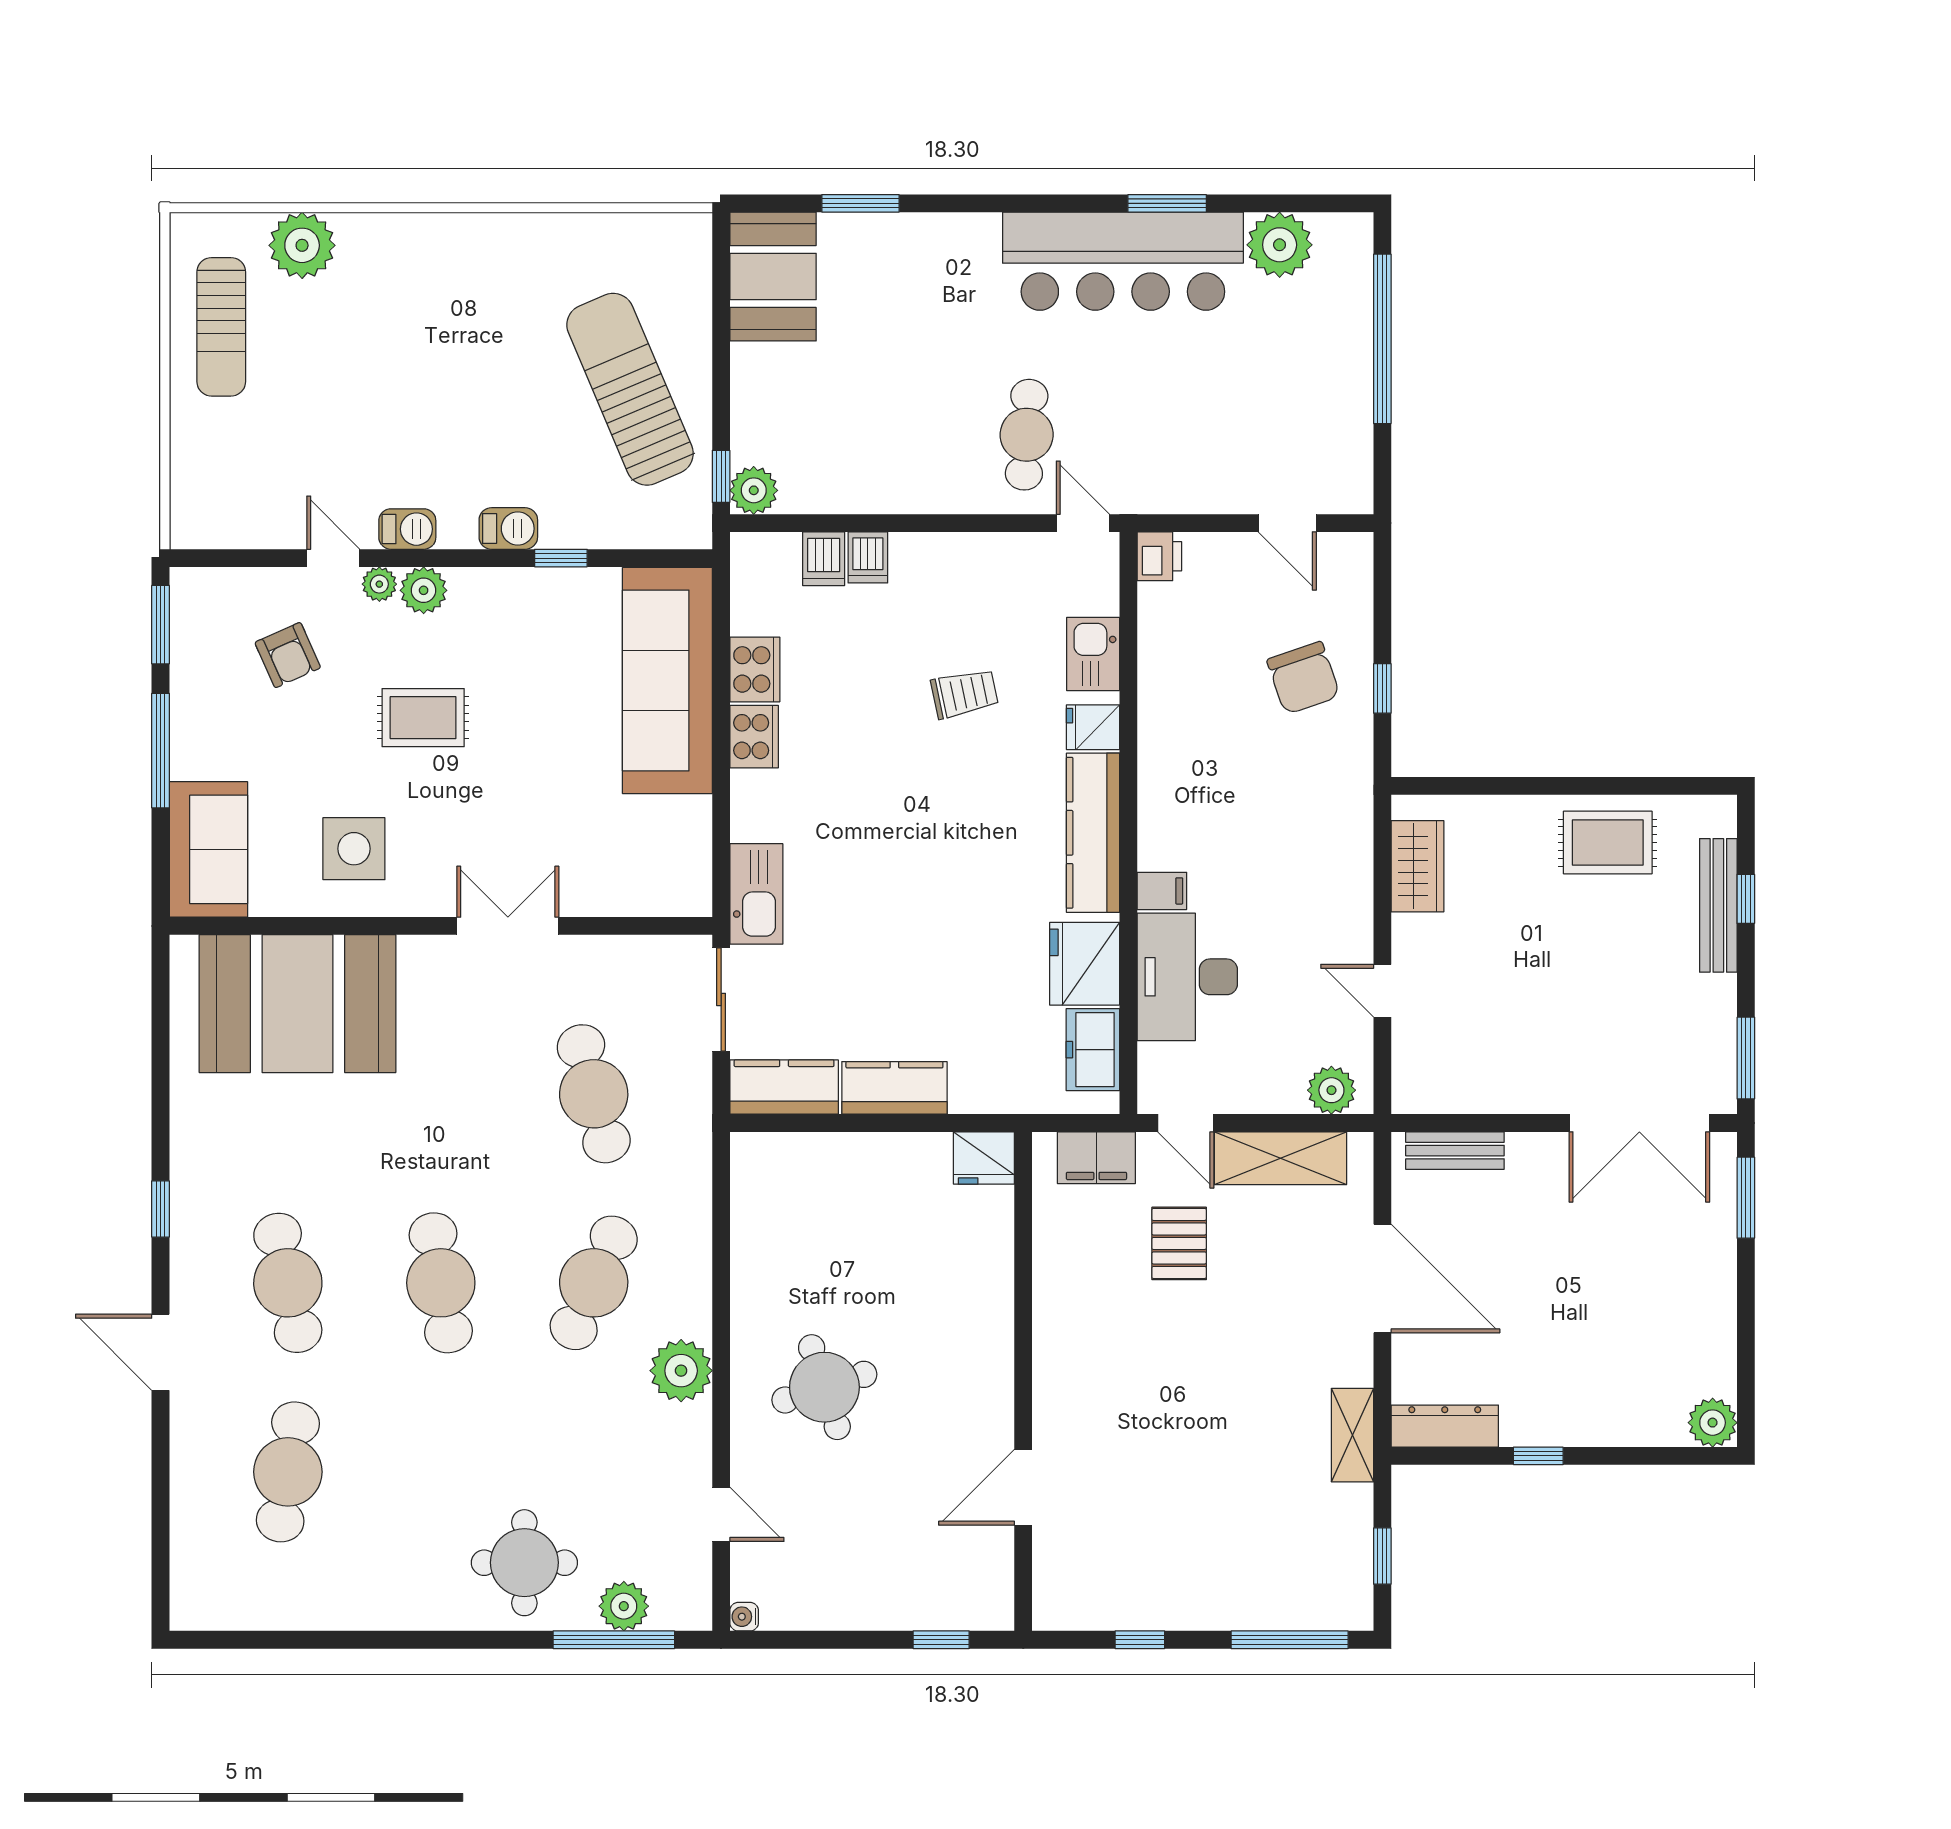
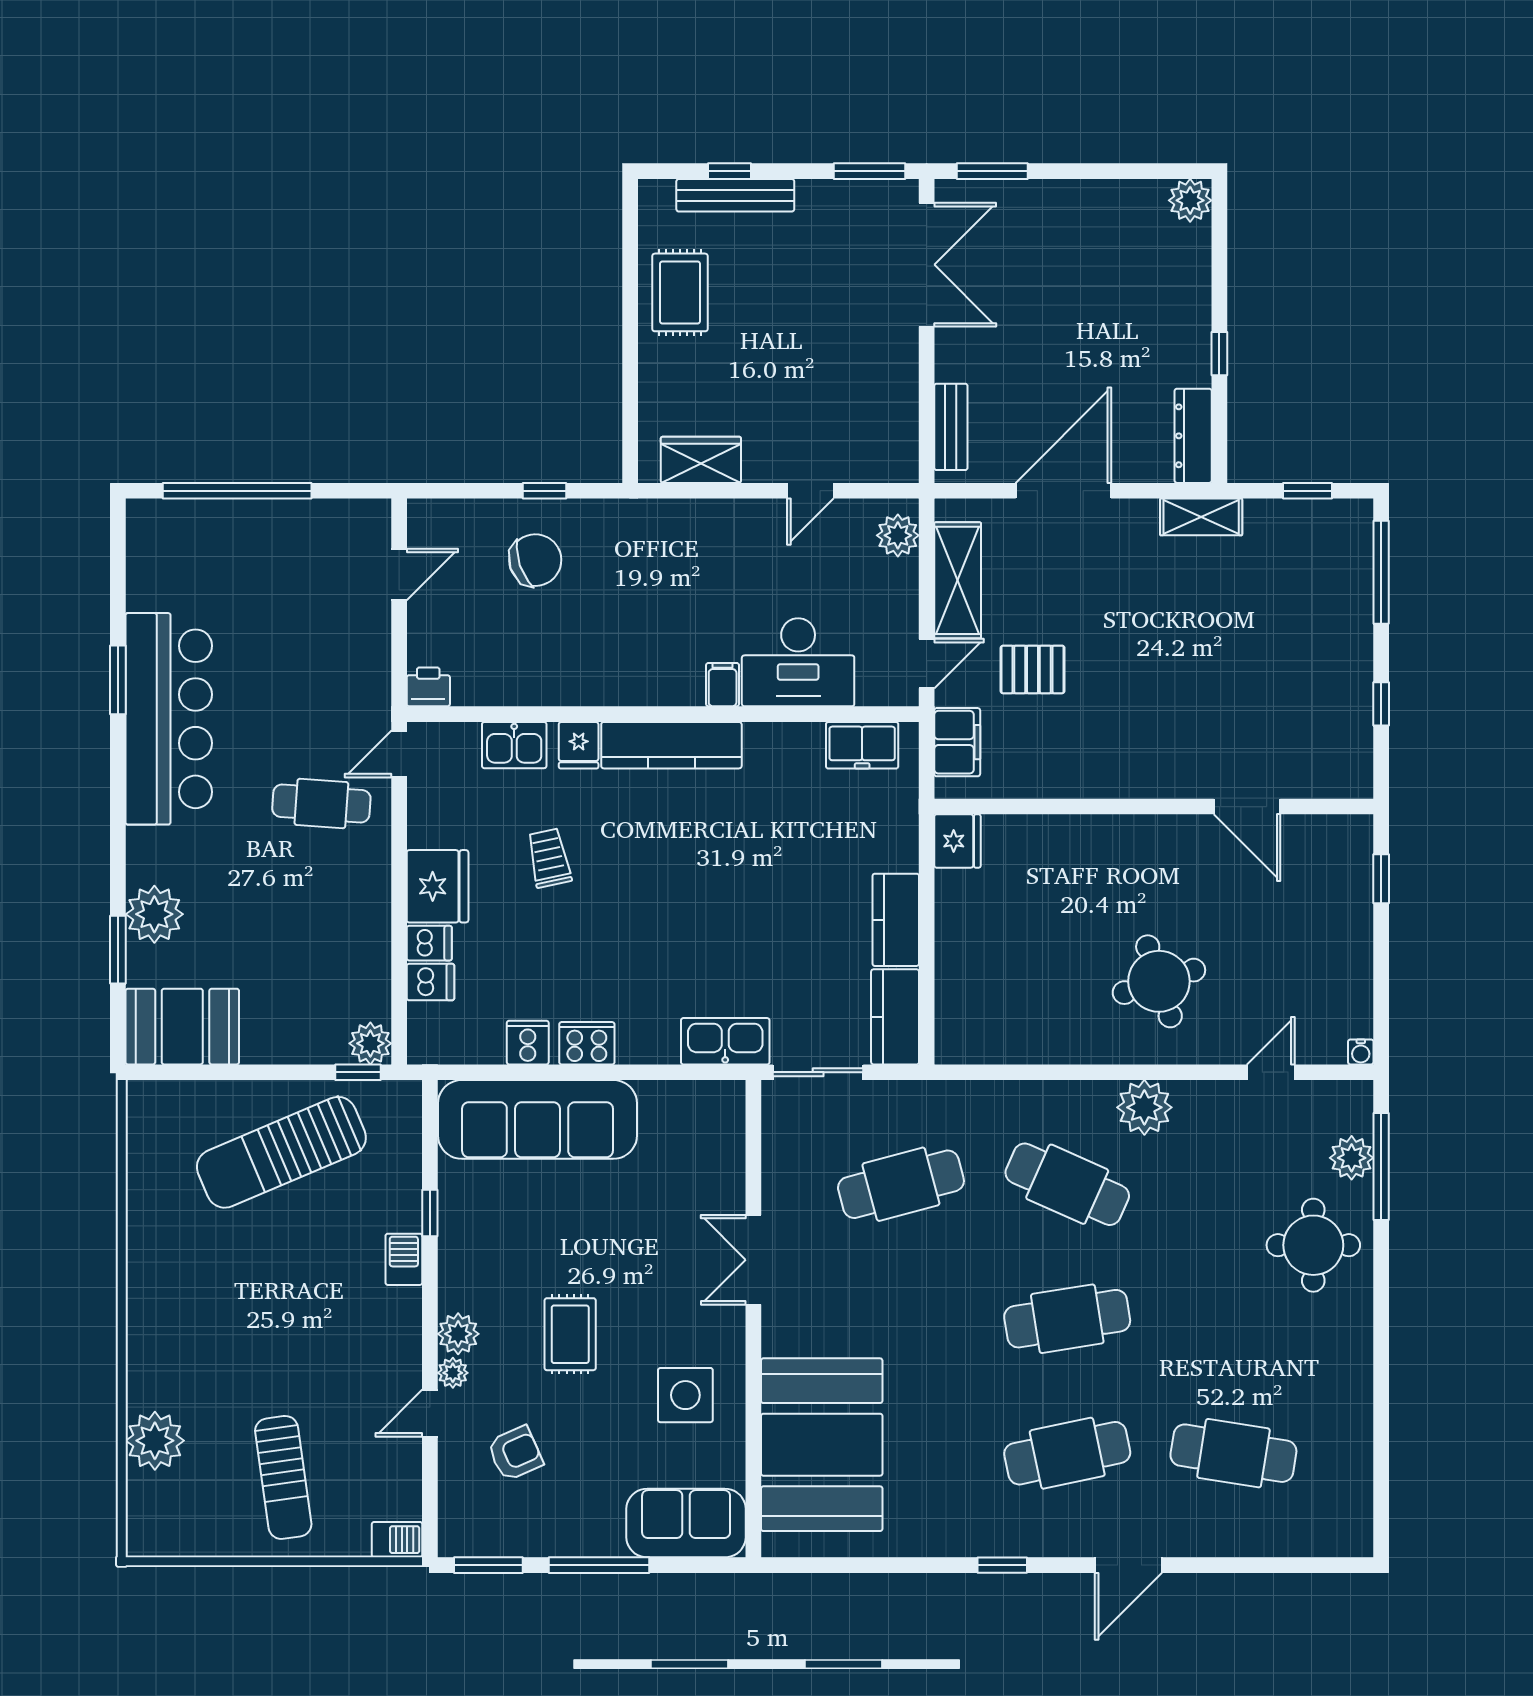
plant: (1280, 245) -> (154, 914), moved
sun lounger: (221, 327) -> (283, 1477), moved, turned 82
barbecue: (407, 529) -> (397, 1540), moved, turned 90
cooker: (755, 669) -> (528, 1043), width x0.73
fridge: (1085, 964) -> (438, 886), moved, turned -90

